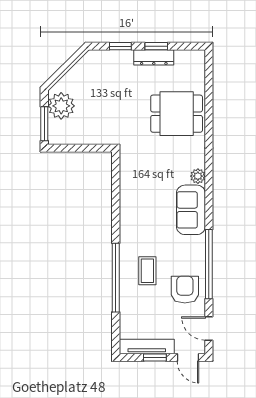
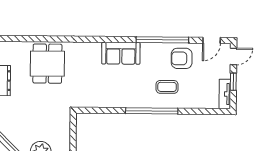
plant: (198, 176) -> (95, 48), removed
window: (116, 278) -> (152, 111), moved
tv unit: (147, 346) -> (225, 94), width x0.71

